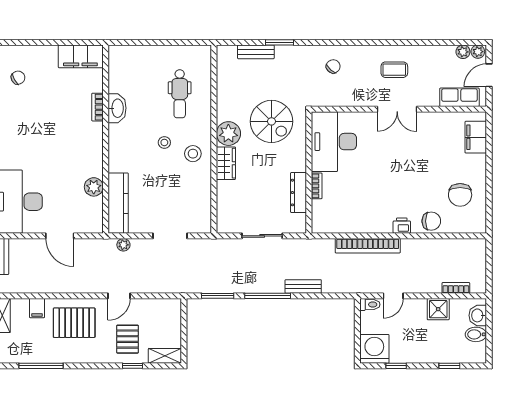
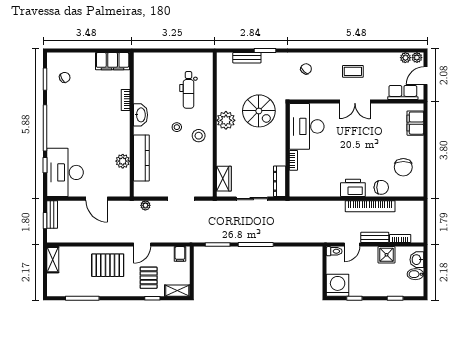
washbasin: (117, 108) -> (141, 115), moved
wardrobe: (226, 163) -> (224, 179), moved
dresser: (299, 193) -> (280, 181), moved
kitchen counter: (118, 203) -> (141, 158), moved
printer: (402, 226) -> (353, 188), width x1.87, depth x1.48
bookcase: (368, 246) -> (370, 206), moved
bench: (303, 286) -> (375, 237), moved
filing cabinet: (37, 308) -> (180, 254), moved

